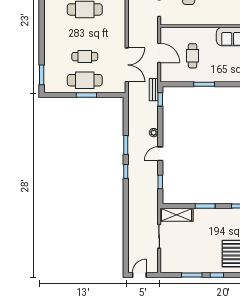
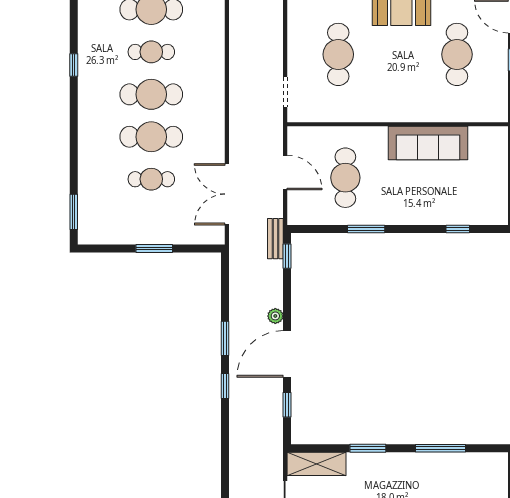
cafe table: (193, 56) -> (345, 178), width x1.37, depth x1.35
double door: (127, 65) -> (227, 194), swing flipped
cafe table: (85, 80) -> (151, 137), moved
door: (160, 154) -> (287, 354), width x1.88

